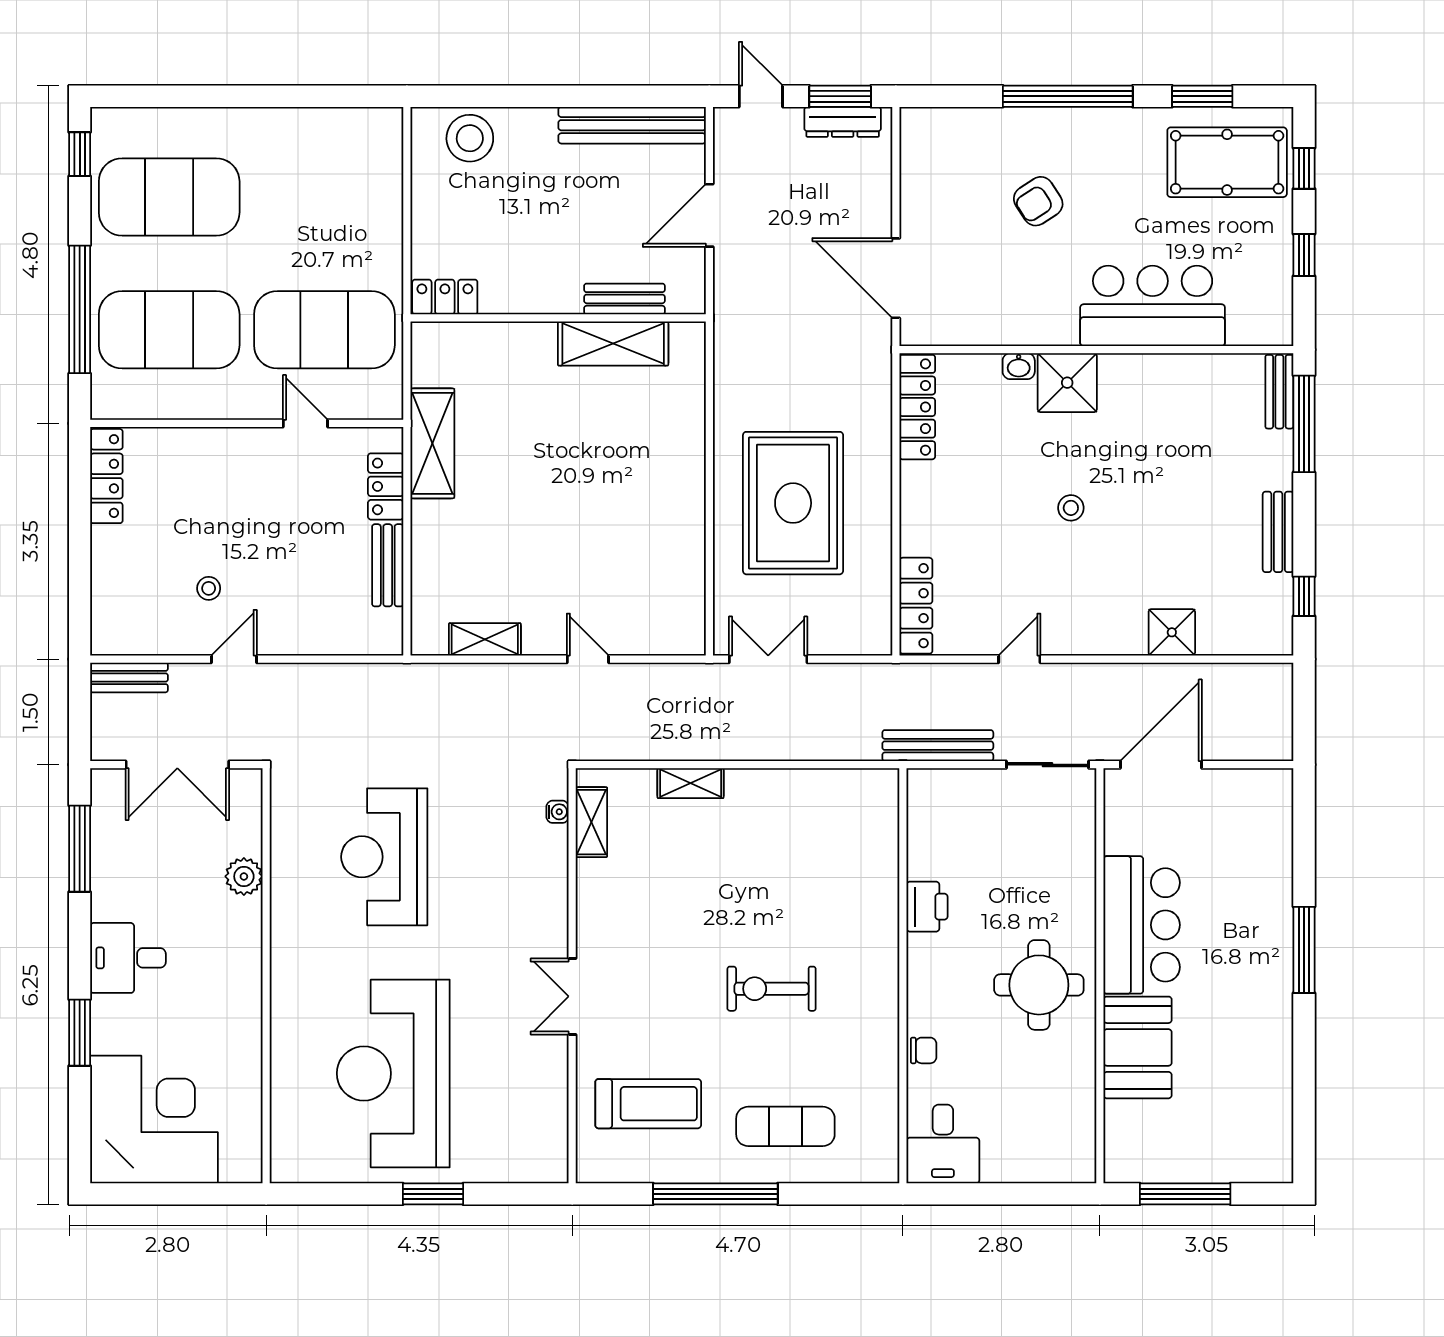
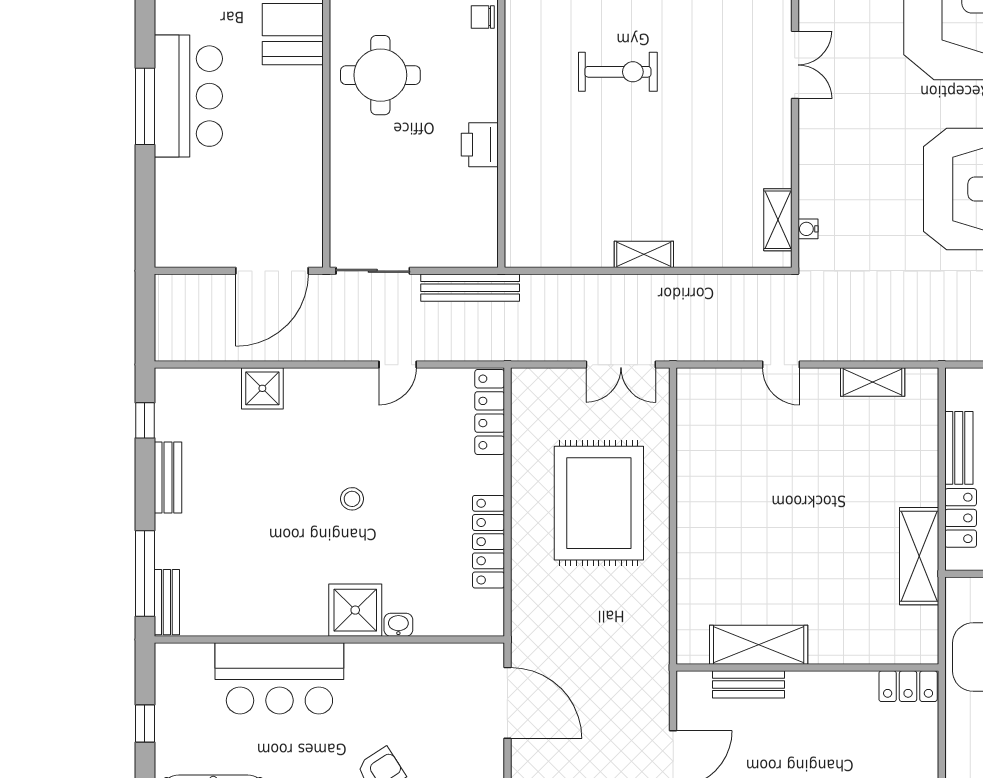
locker: (917, 407) -> (488, 542), moved
shelving: (691, 783) -> (644, 254), moved
bar counter: (1142, 925) -> (188, 96), moved, turned 180

